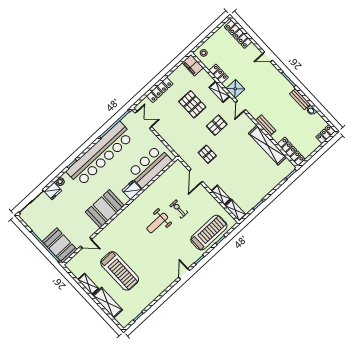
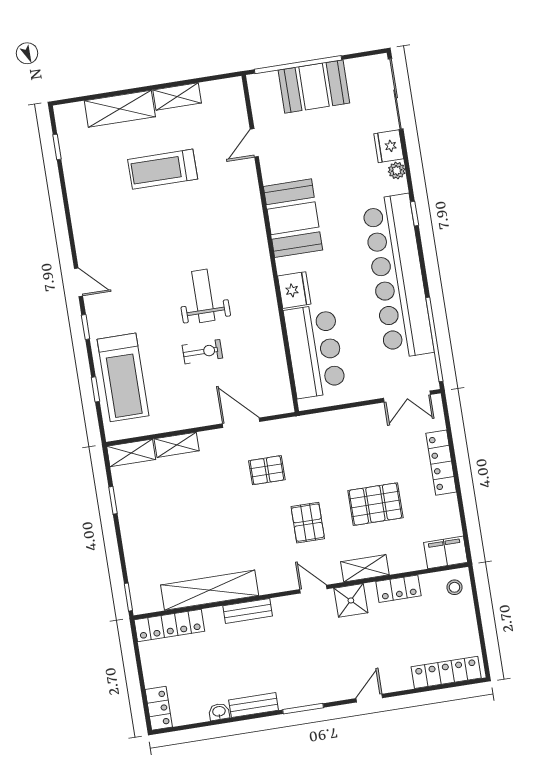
booth: (60, 246) -> (314, 87), moved
treadmill: (120, 271) -> (163, 169), width x0.73, depth x0.73

